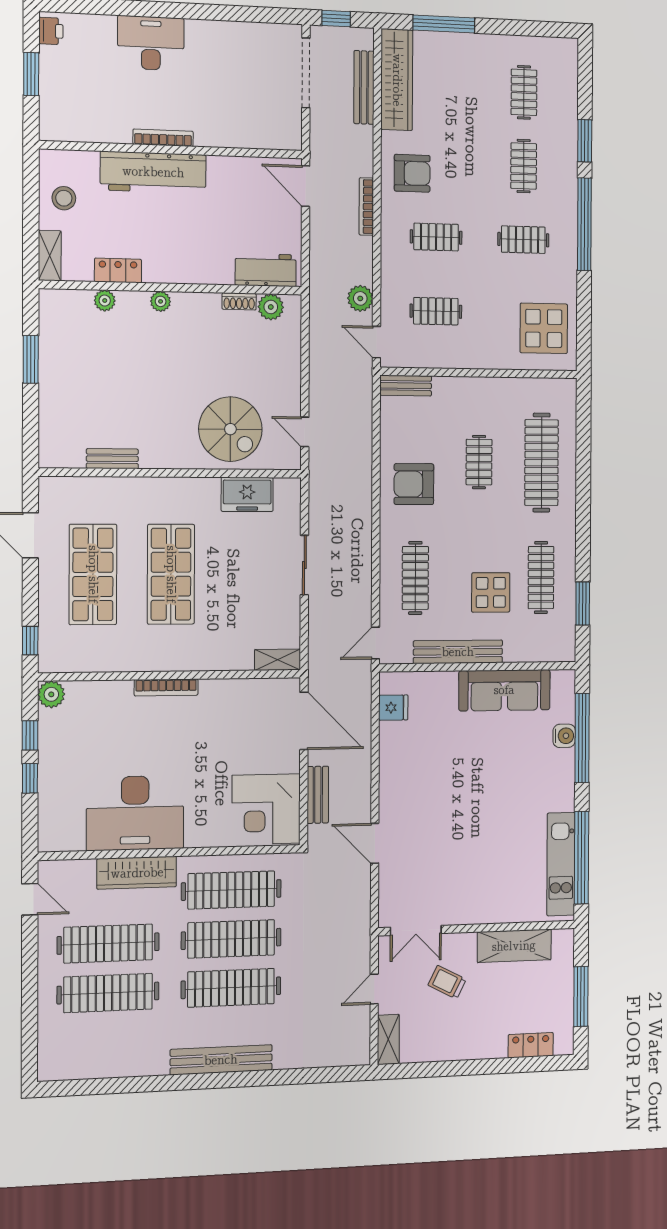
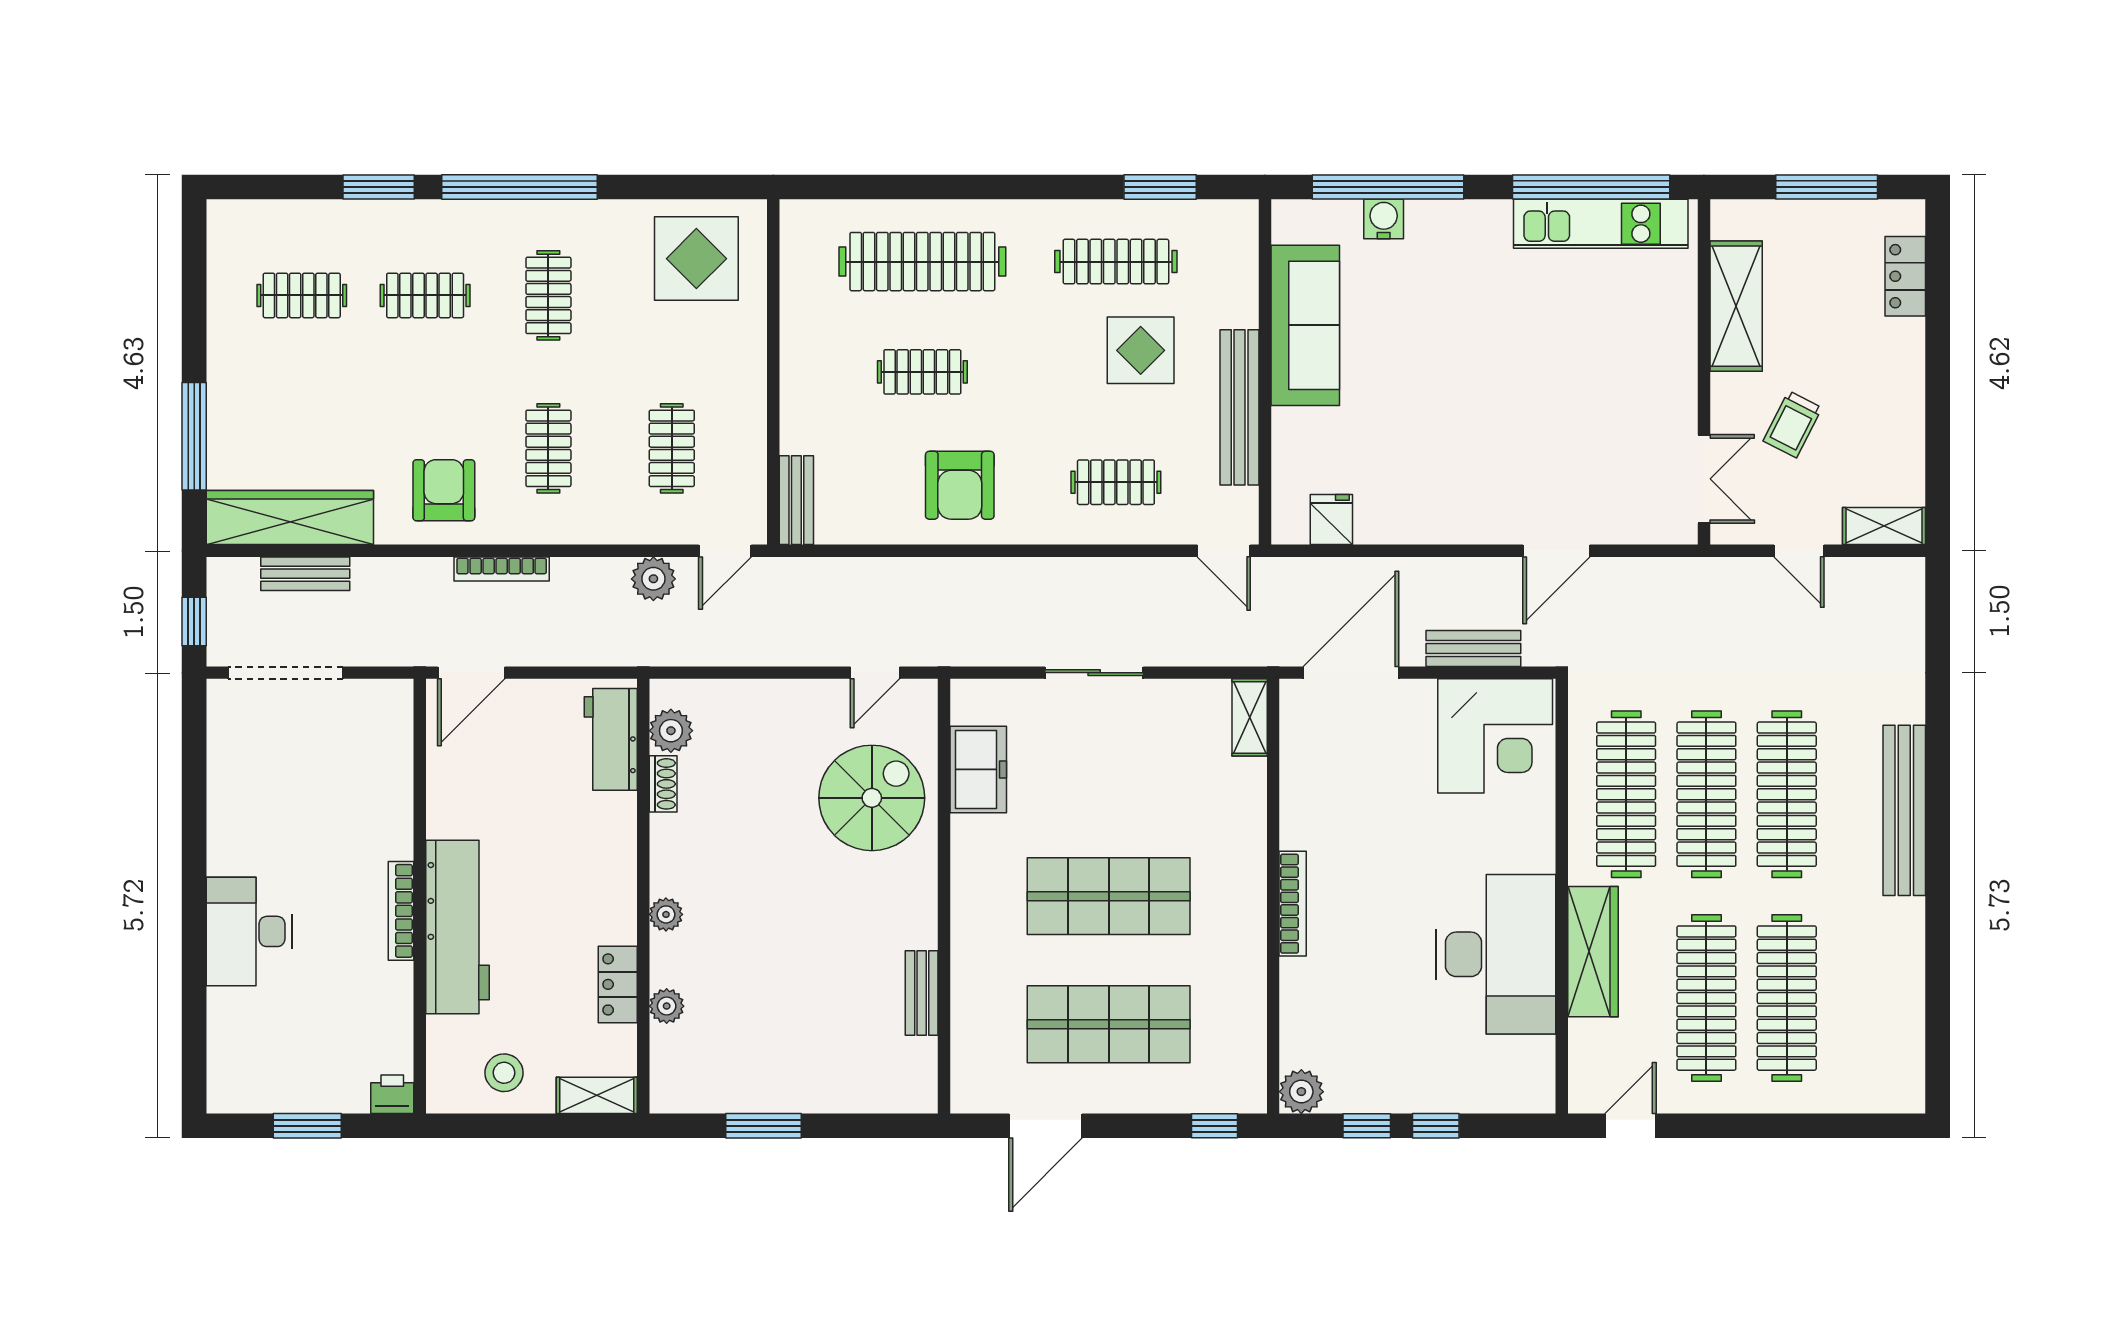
printer: (51, 31) -> (392, 1094), moved
bench: (364, 87) -> (305, 574), width x0.73
clothes rail: (415, 578) -> (1116, 482), width x0.73

